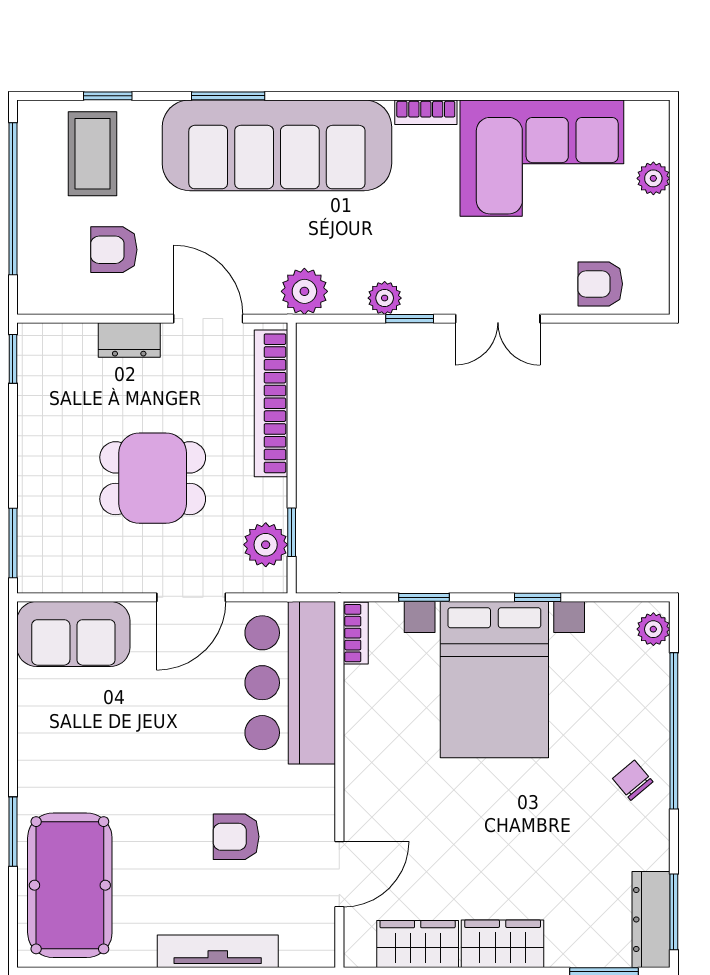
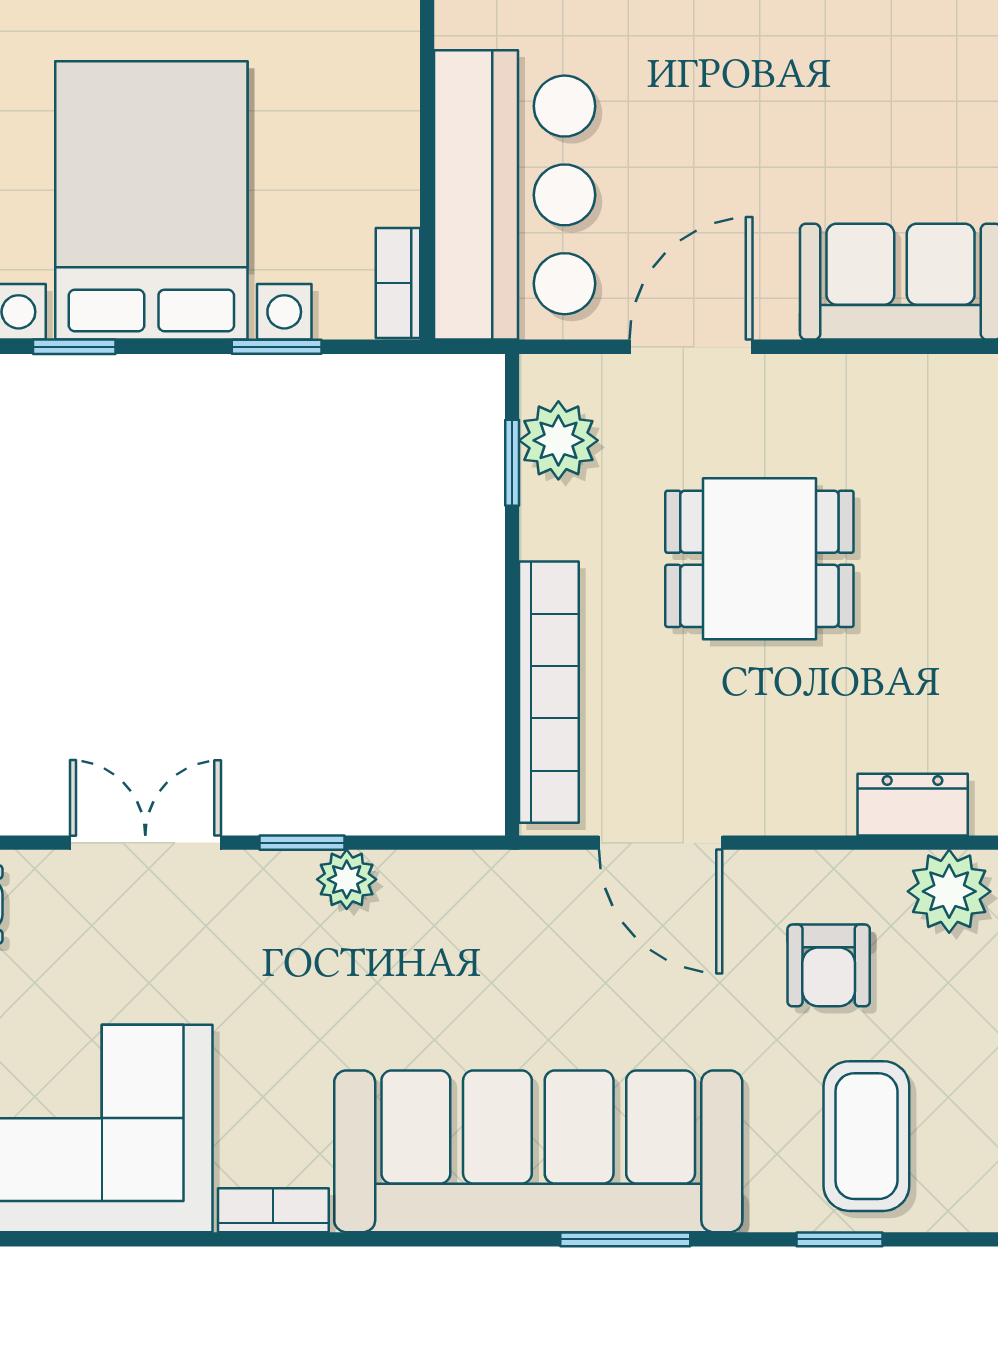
armchair: (114, 250) -> (829, 965), turned 90
plant: (304, 291) -> (949, 891), moved
dresser: (129, 340) -> (913, 805), moved

